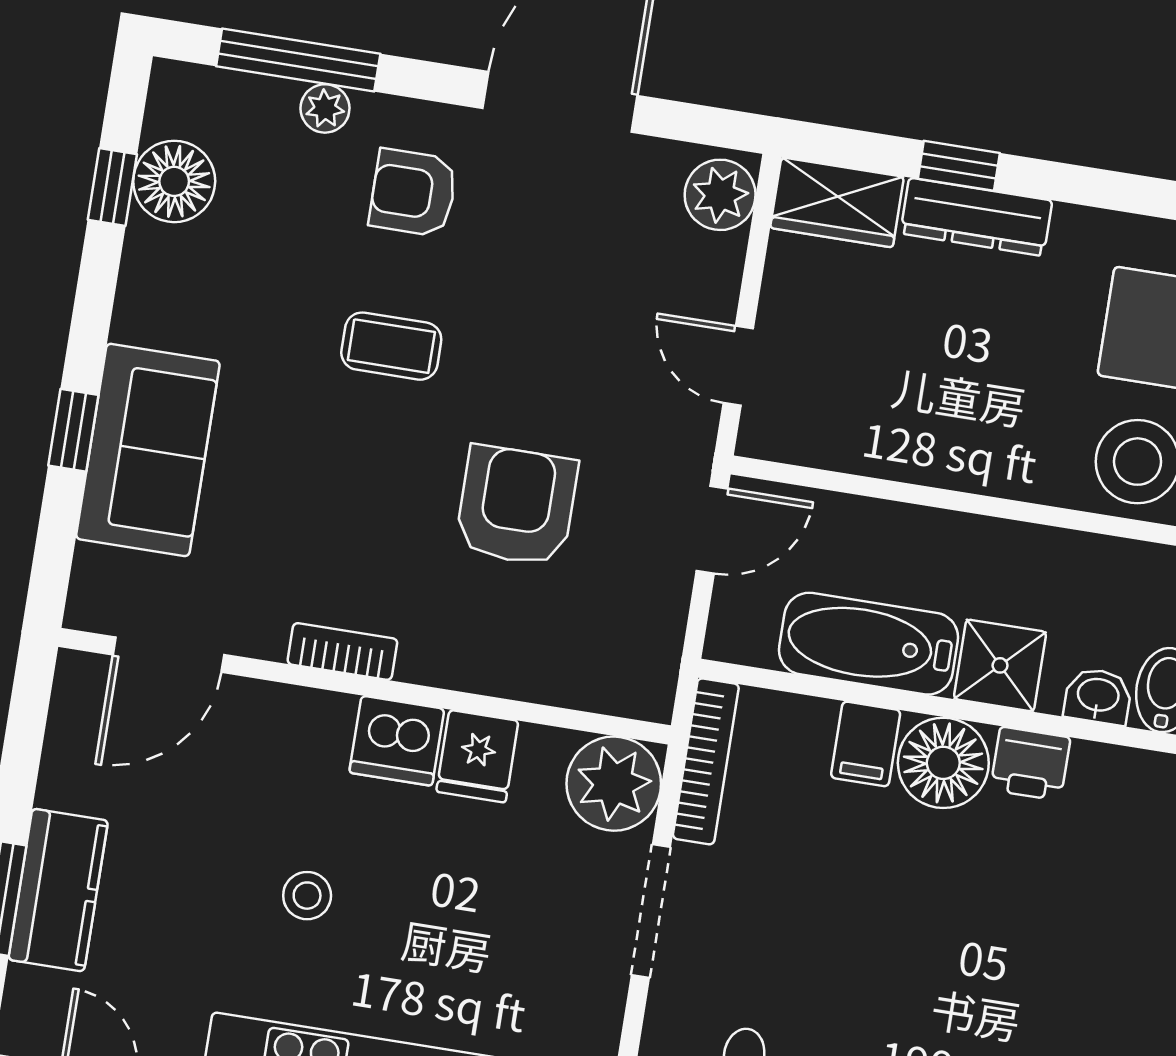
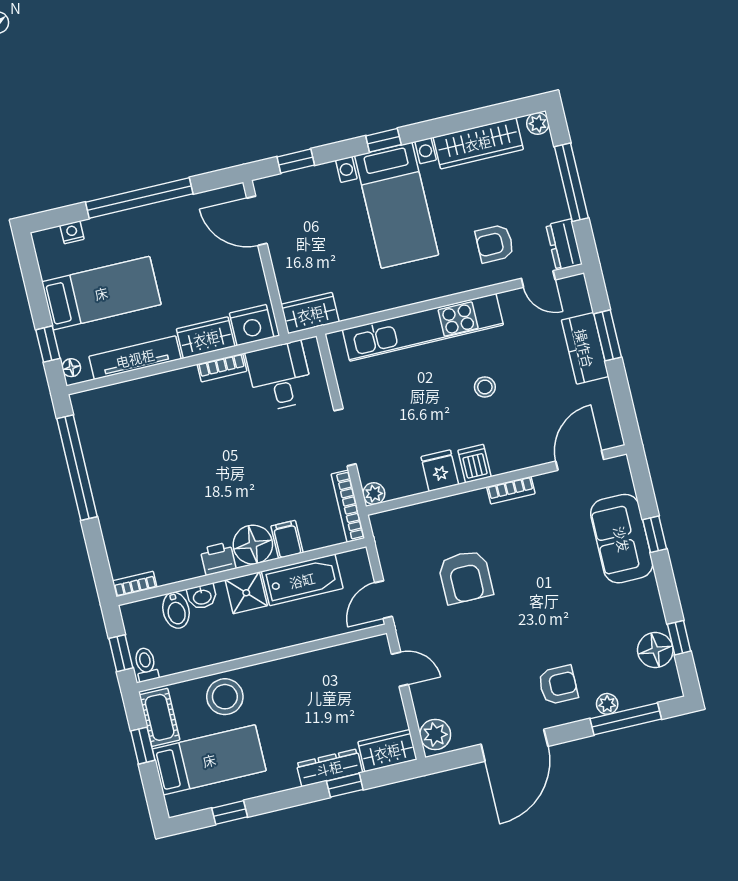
coffee table: (391, 346) -> (542, 620), removed
dishwasher: (397, 741) -> (475, 464), width x0.73
plant: (614, 784) -> (374, 494), width x0.53, depth x0.53

